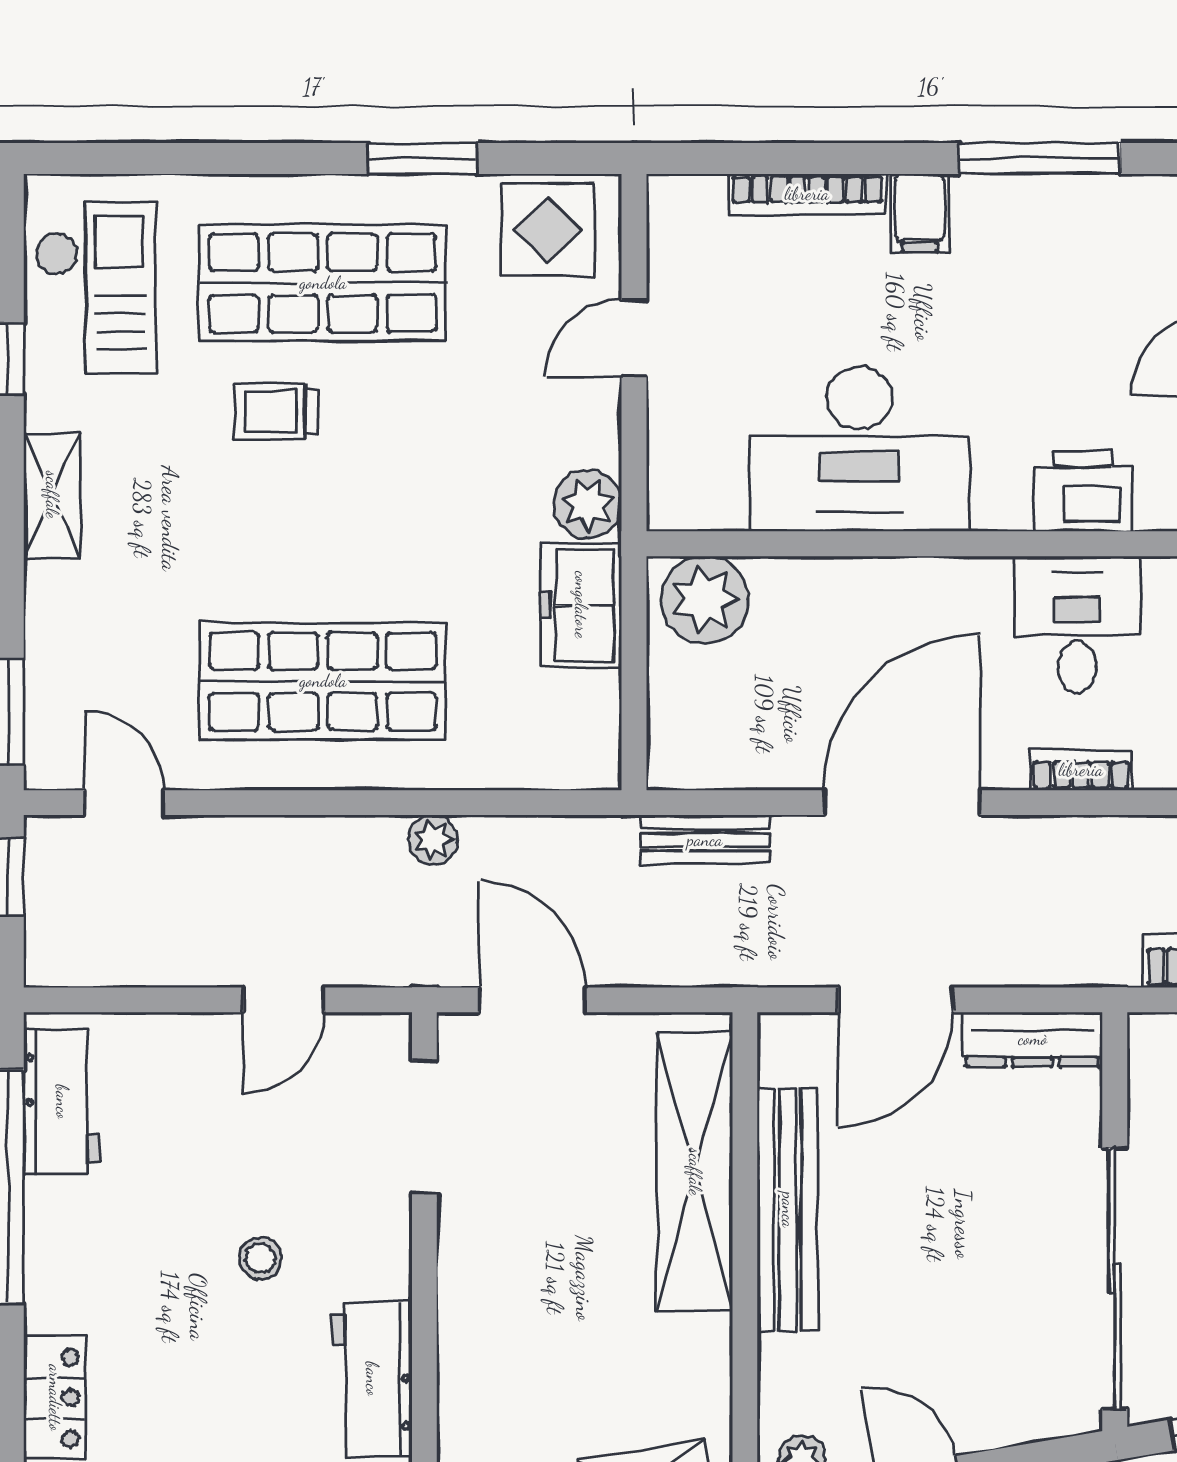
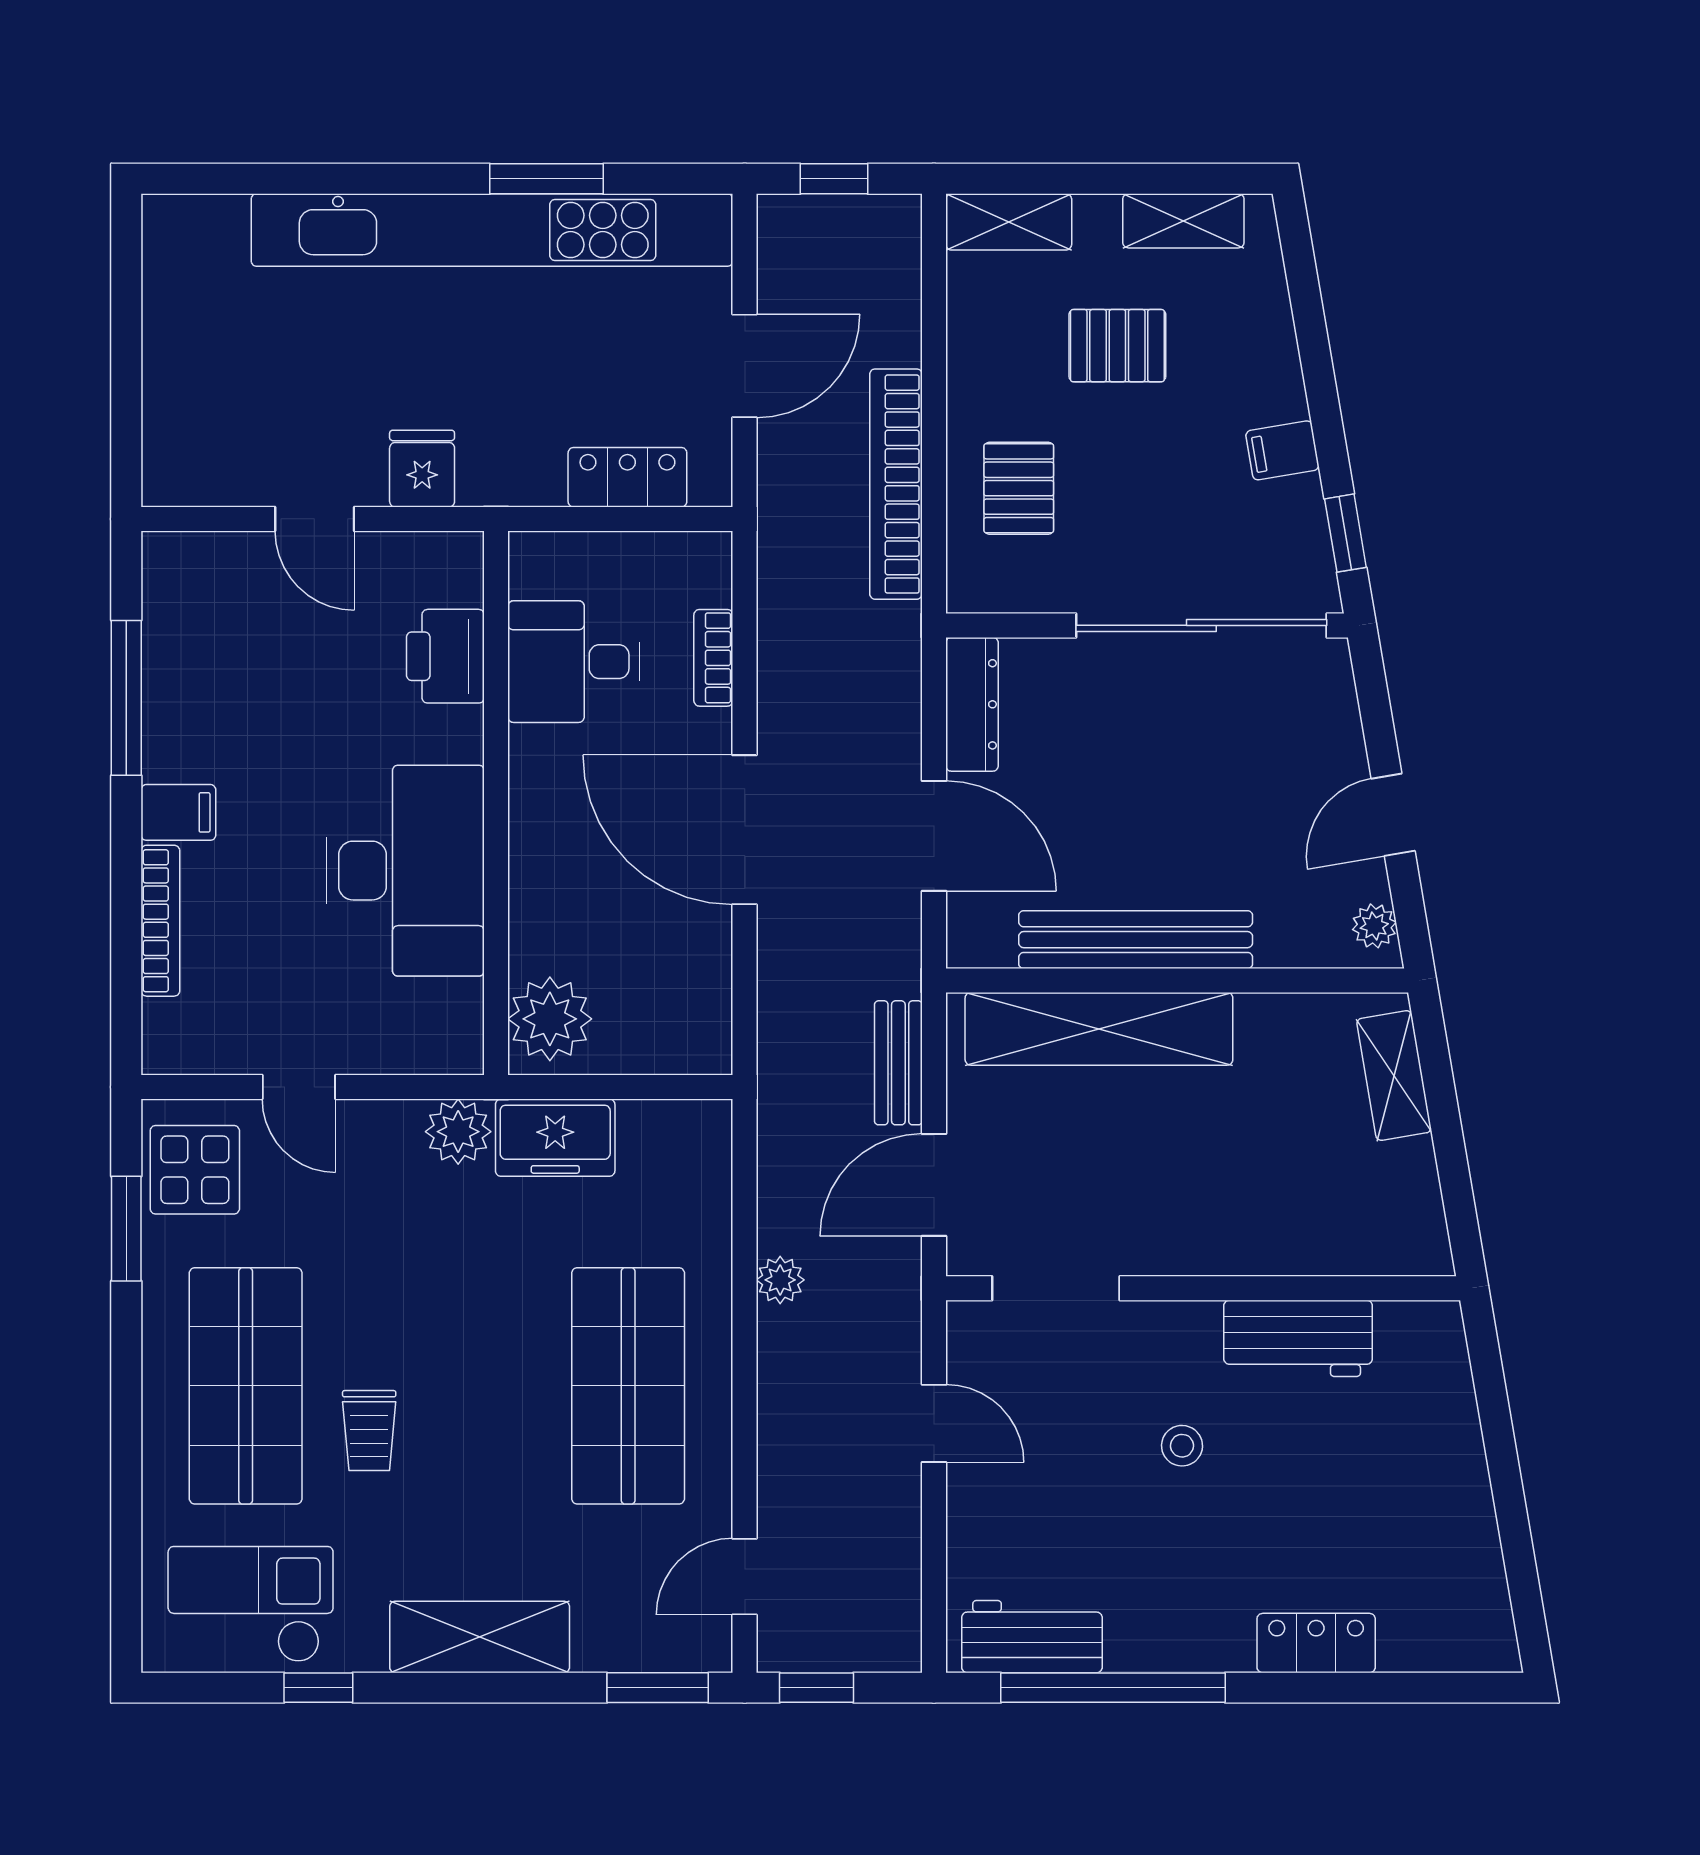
window: (423, 158) -> (126, 1229), moved
shelving: (52, 495) -> (480, 1637), width x1.50, depth x1.33
bench: (705, 840) -> (898, 1063), moved

